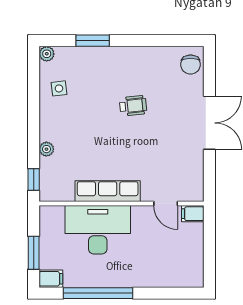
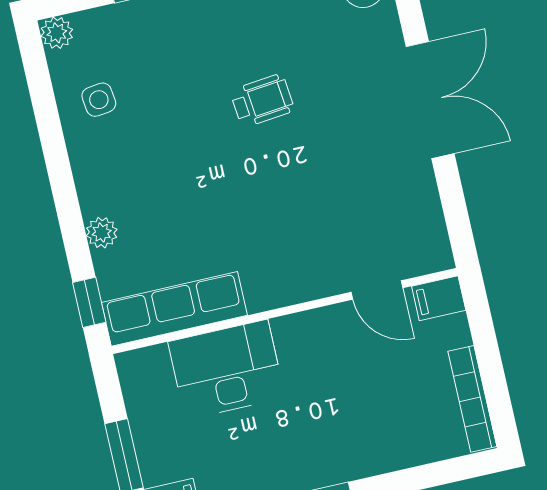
row of seats: (108, 191) -> (174, 309), moved
desk: (98, 230) -> (226, 370), width x0.73, depth x0.77
bookcase: (198, 263) -> (472, 399), added

